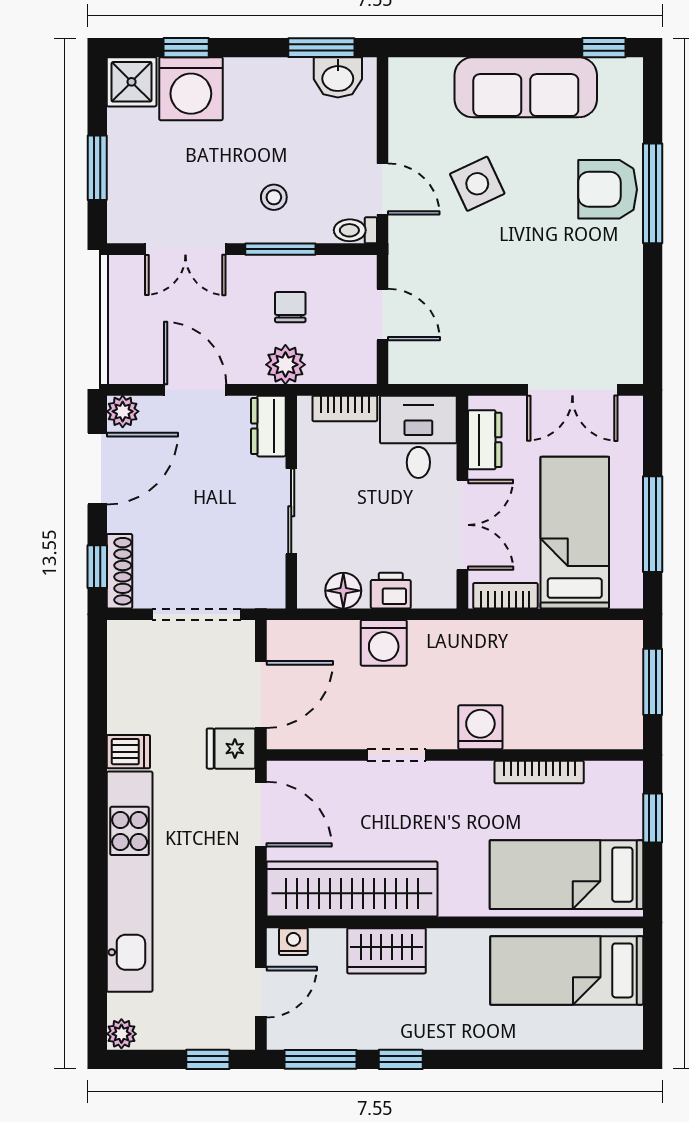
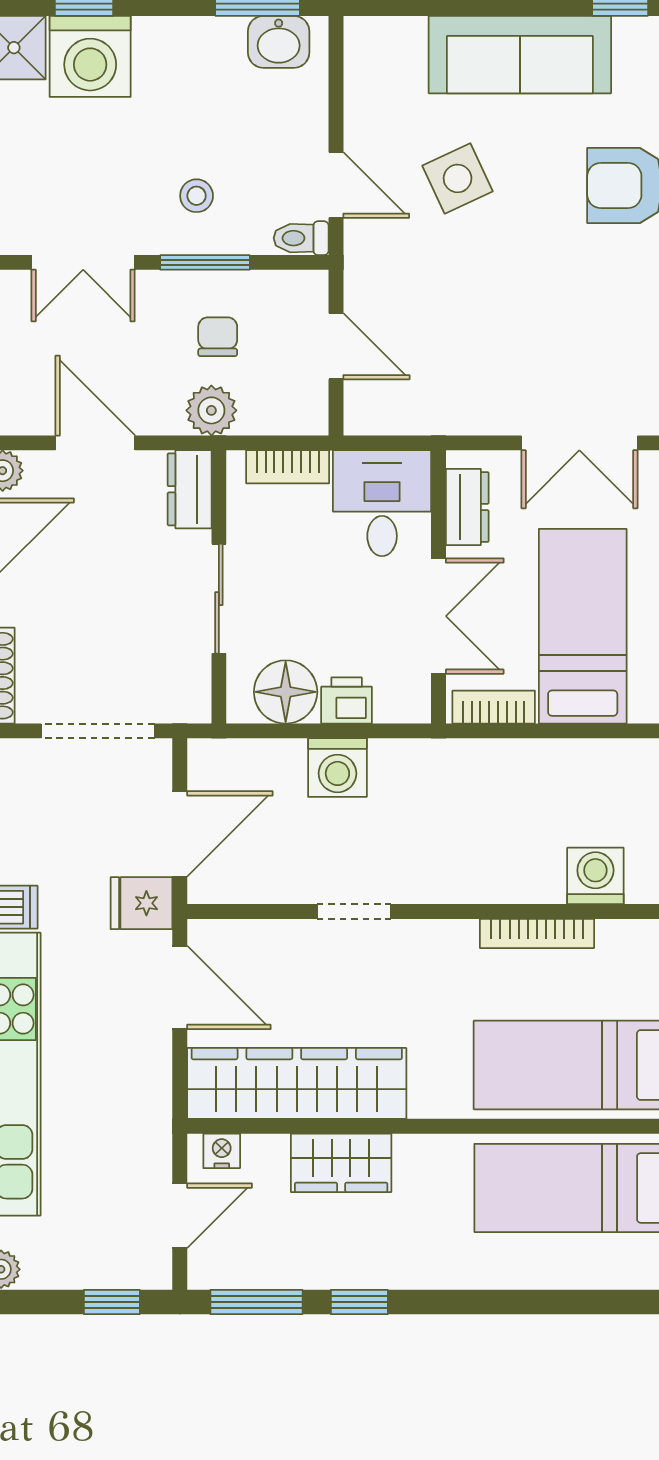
floor lamp: (343, 591) -> (286, 692), width x1.38, depth x1.38
washing machine: (480, 727) -> (595, 876), moved

